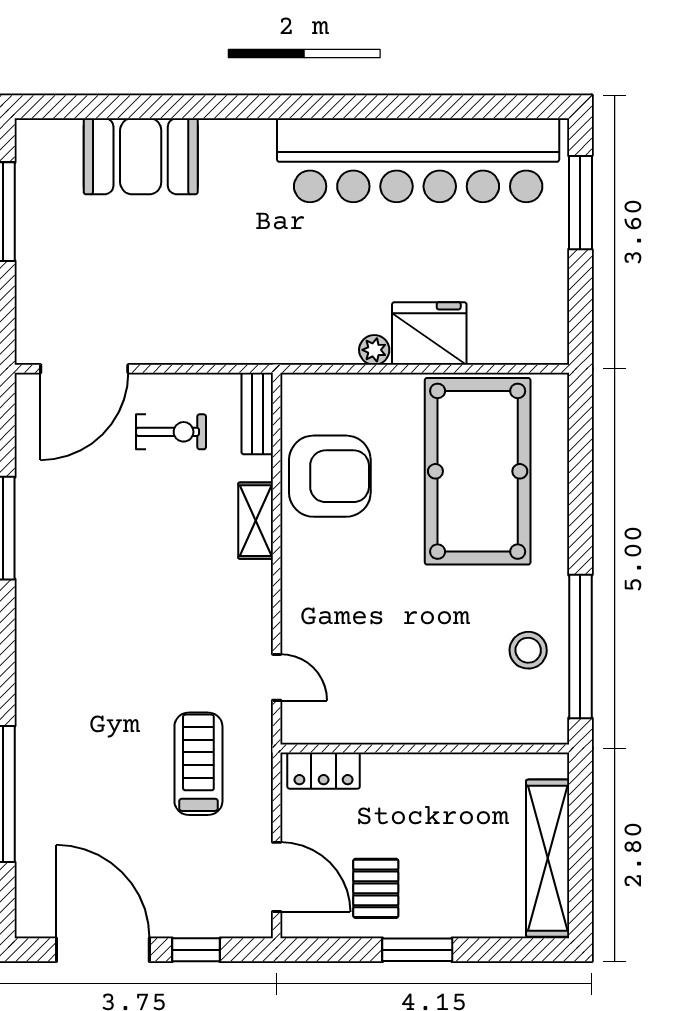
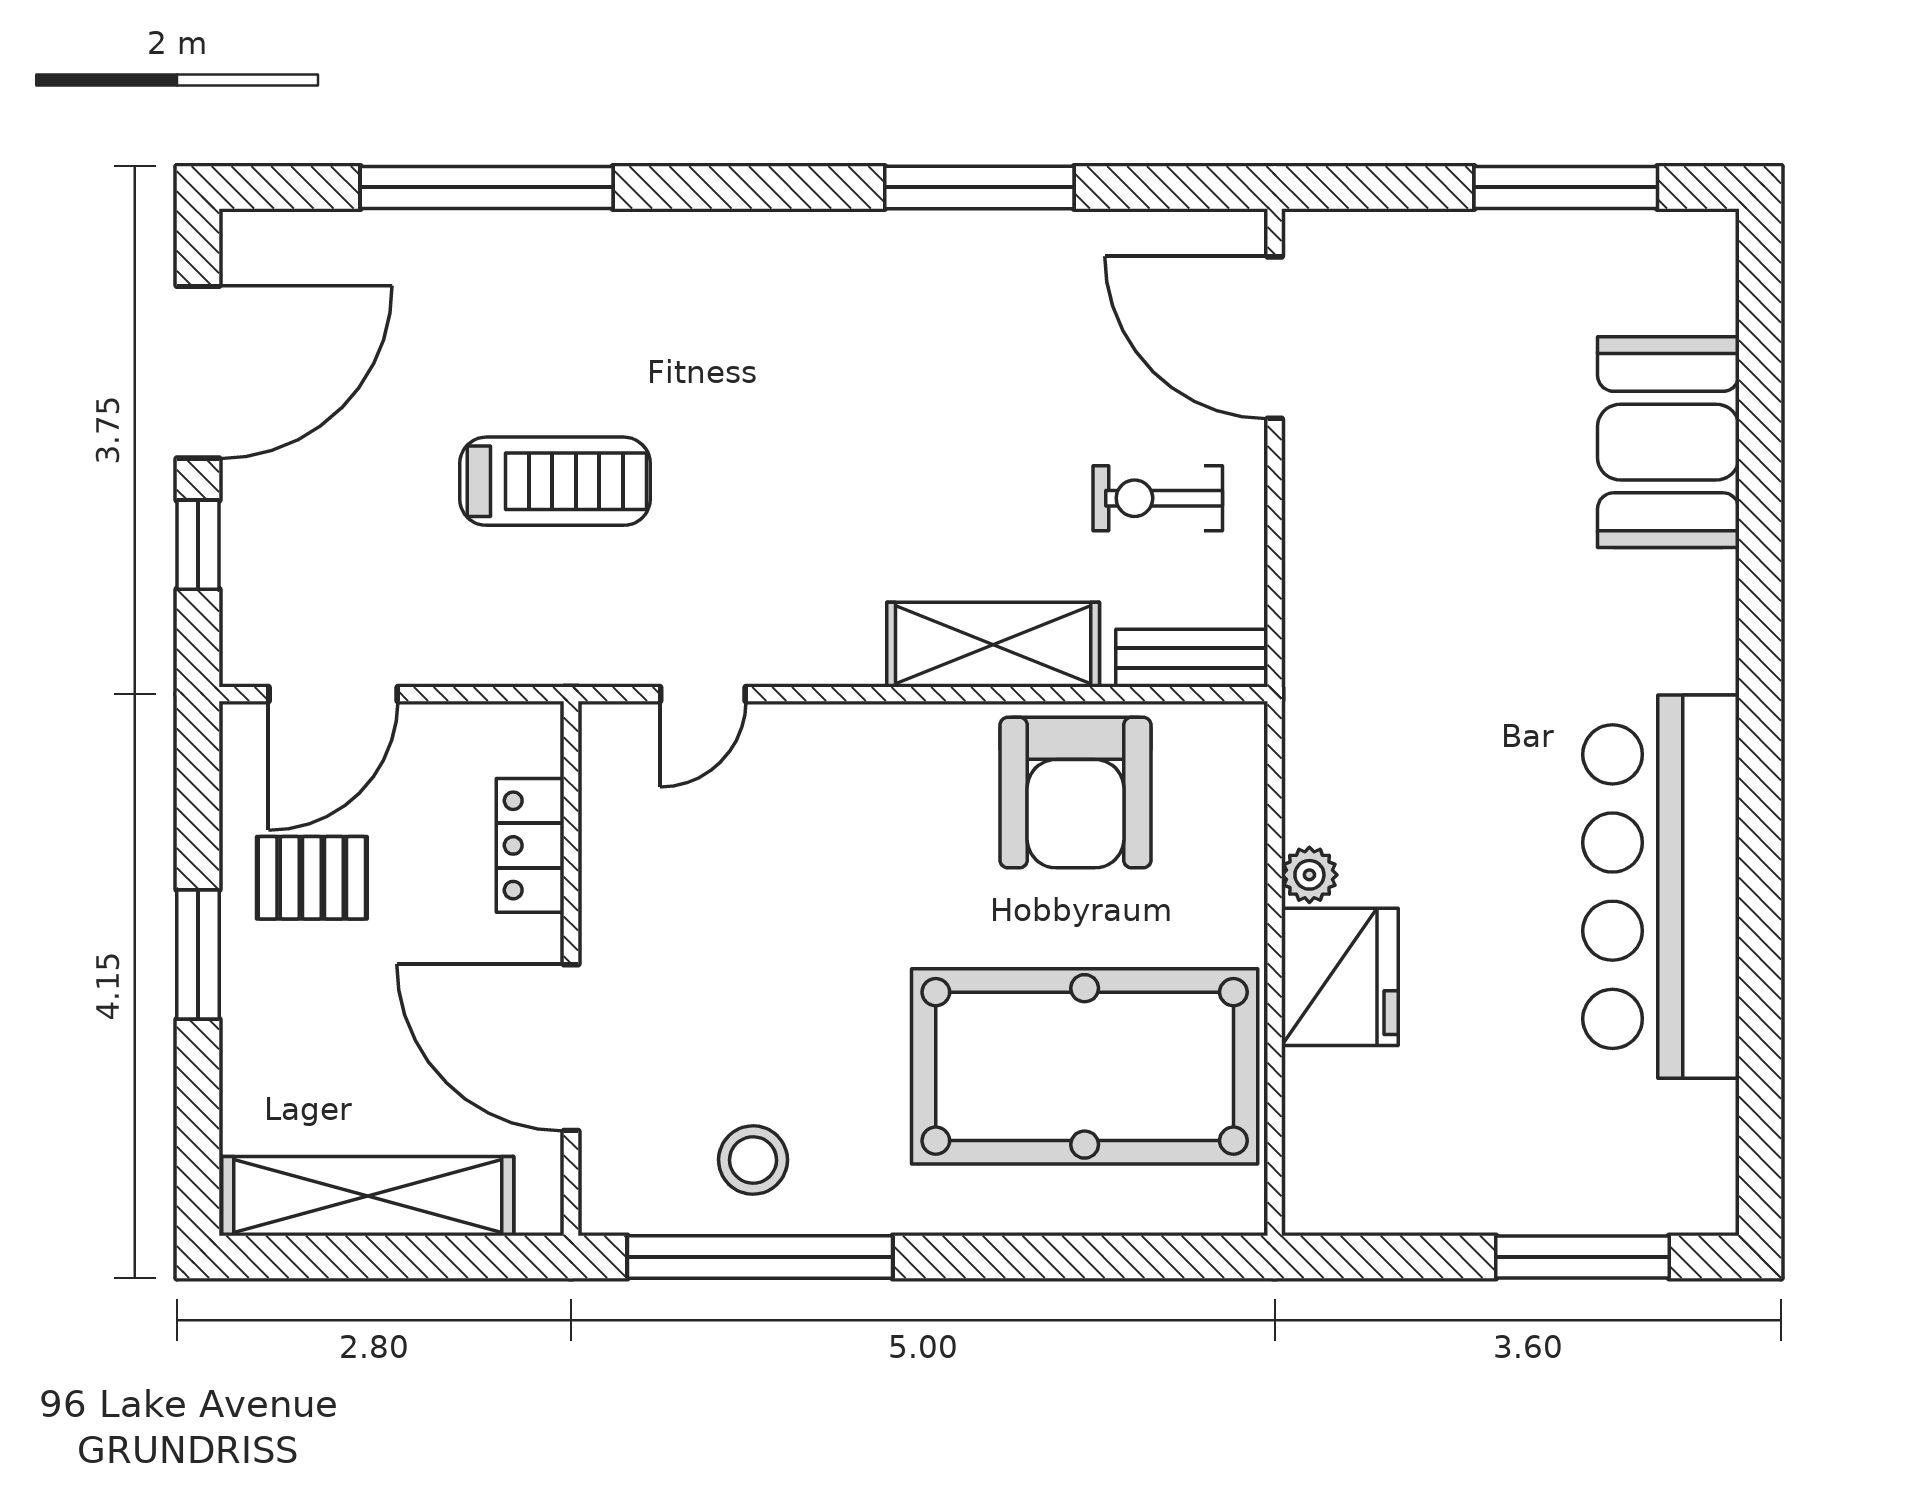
bar counter: (418, 160) -> (1661, 887), width x0.73
exercise bike: (171, 432) -> (1158, 498), turned 90
shelving: (256, 521) -> (993, 645), width x1.50, depth x1.33
door: (467, 748) -> (571, 1048), added
treadmill: (198, 764) -> (555, 481), moved
locker: (324, 771) -> (530, 845), moved

